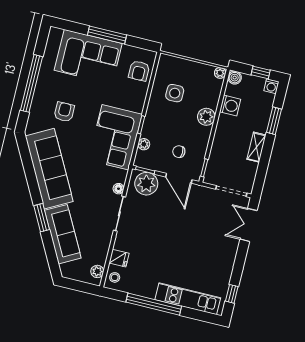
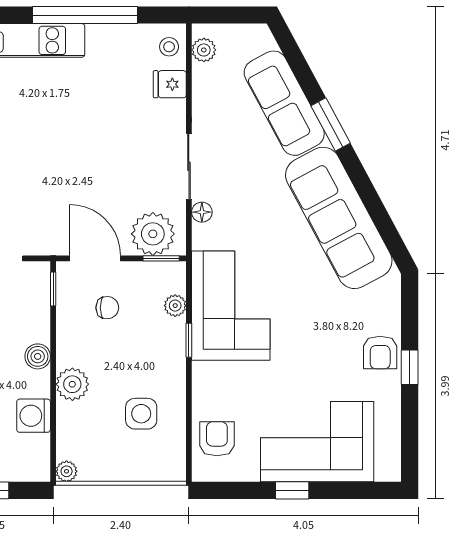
window: (107, 35) -> (292, 490), width x0.46
boiler: (235, 78) -> (38, 356), moved
window: (32, 83) -> (410, 367), width x0.32
armchair: (64, 112) -> (380, 353), moved

